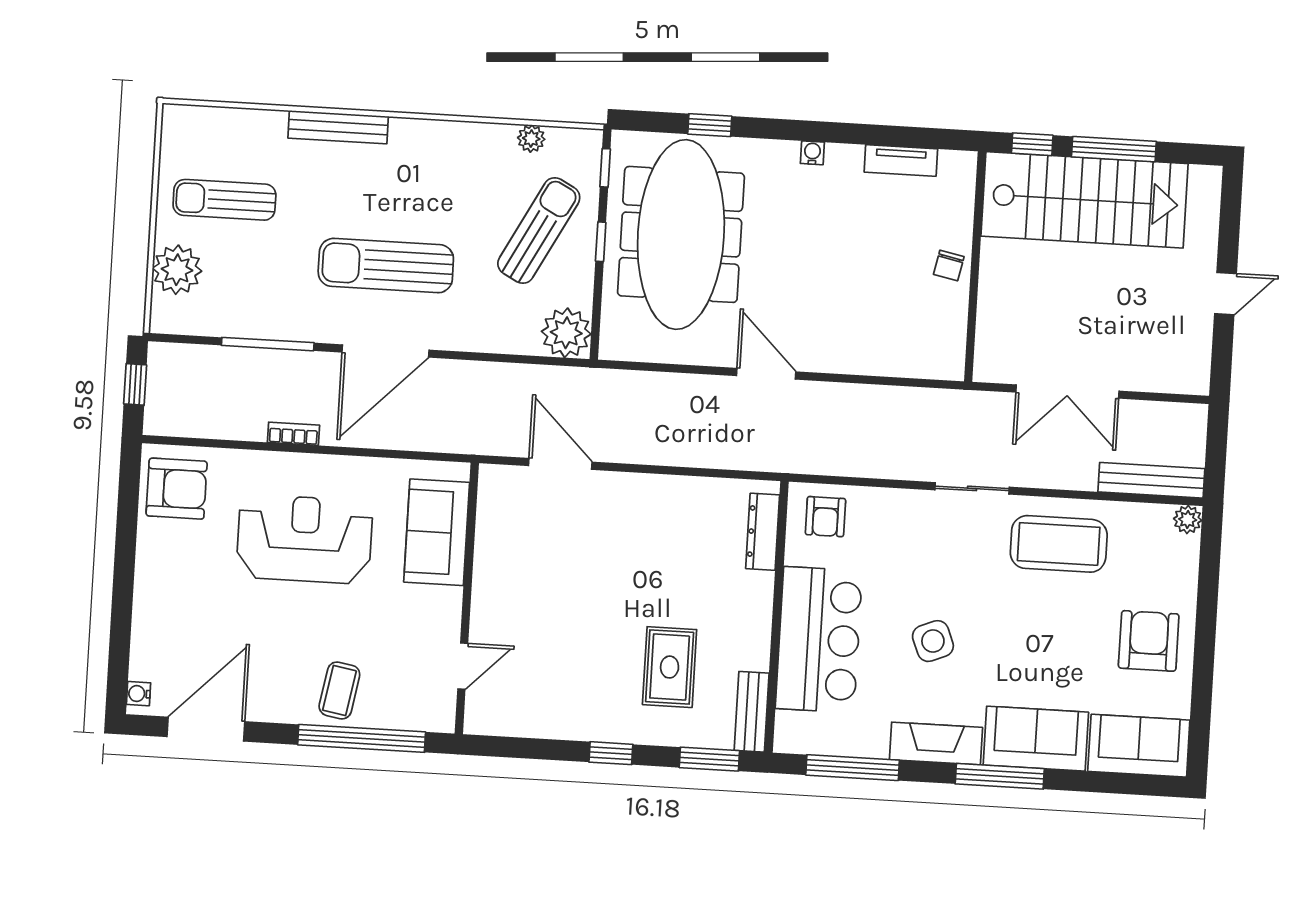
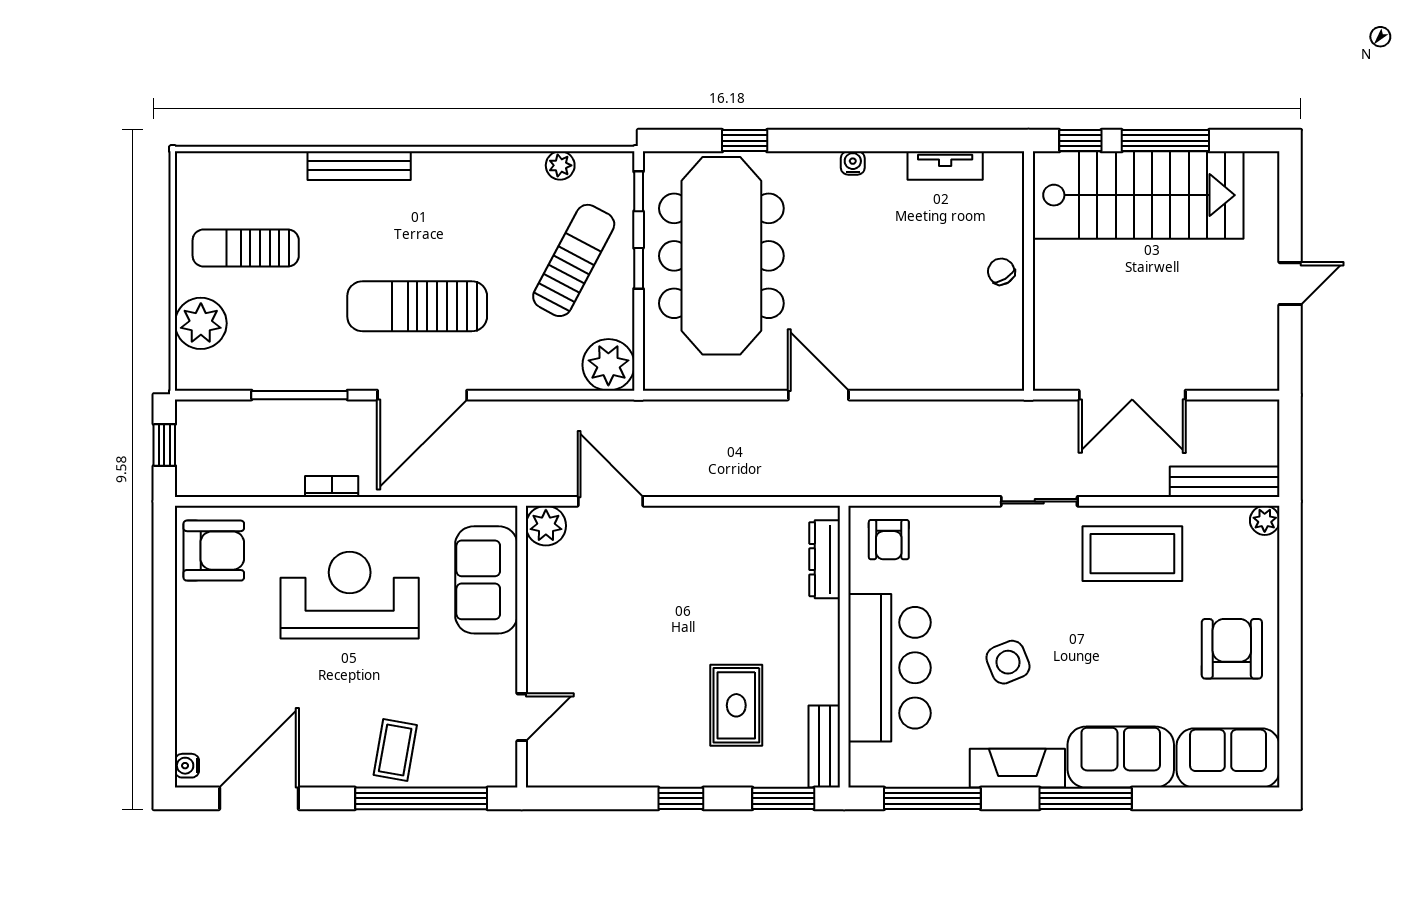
chair: (949, 266) -> (1001, 272), turned 136
plant: (497, 484) -> (546, 526), added

